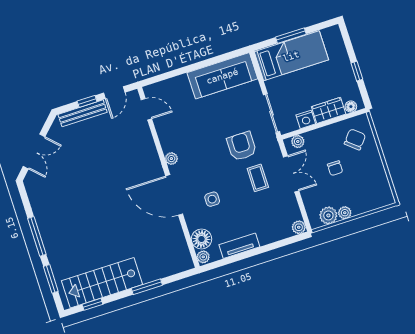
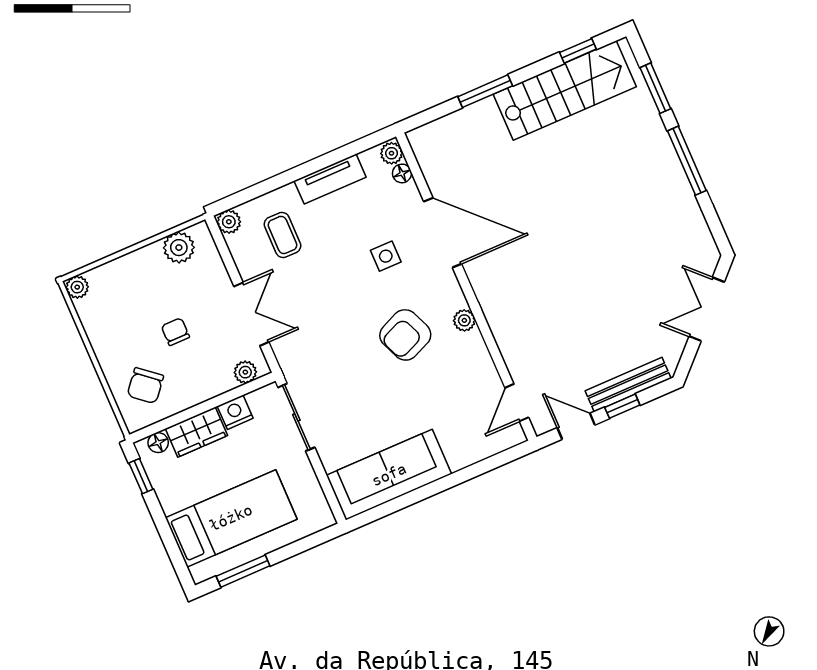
window: (291, 36) -> (243, 571), moved
bed: (291, 56) -> (231, 518), moved, turned 180
window: (357, 71) -> (141, 476), moved
door: (114, 93) -> (576, 426), hinge flipped
door: (146, 109) -> (517, 403), hinge flipped
armchair: (242, 146) -> (405, 335), moved, turned 67
double door: (291, 174) -> (251, 314), swing flipped
coffee table: (258, 178) -> (282, 235), moved
door: (174, 195) -> (443, 233), moved
plant: (345, 213) -> (77, 287), moved
floor lamp: (201, 239) -> (402, 173), width x0.53, depth x0.53

